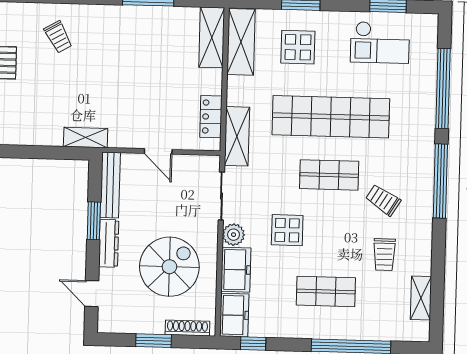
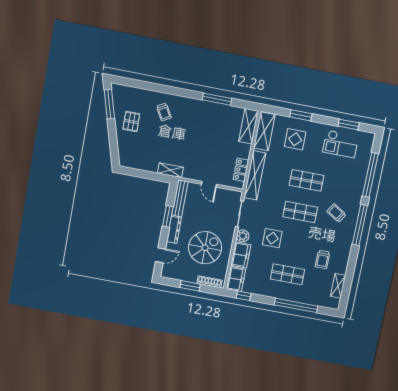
shop shelf: (331, 117) -> (307, 180), width x0.50, depth x0.74
shelving: (237, 136) -> (255, 175), width x1.47
trolley: (383, 200) -> (336, 213), moved
door: (92, 294) -> (161, 255), swing flipped

